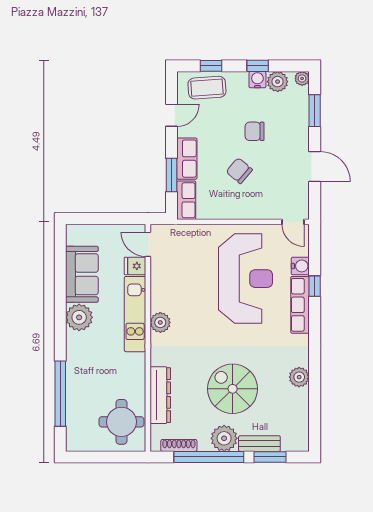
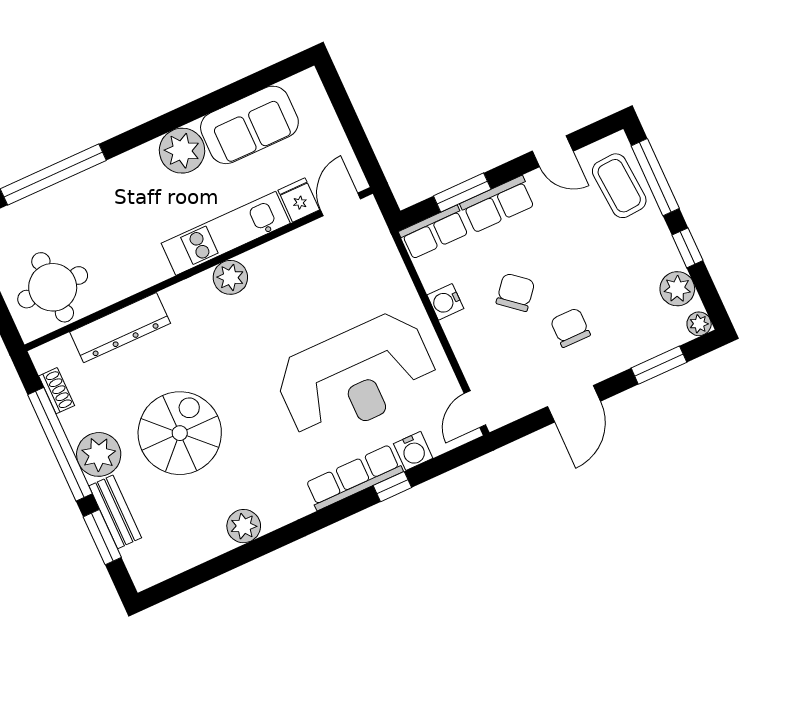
window: (211, 66) -> (655, 177), width x2.17
water cooler: (257, 80) -> (445, 302), moved, turned 180
chair: (255, 131) -> (570, 328), moved
shoe rack: (179, 445) -> (57, 391), width x0.70

